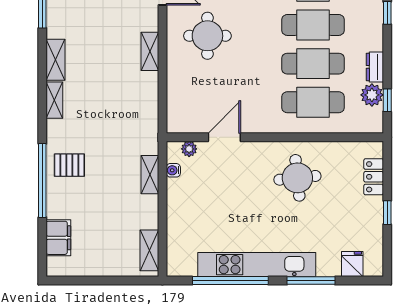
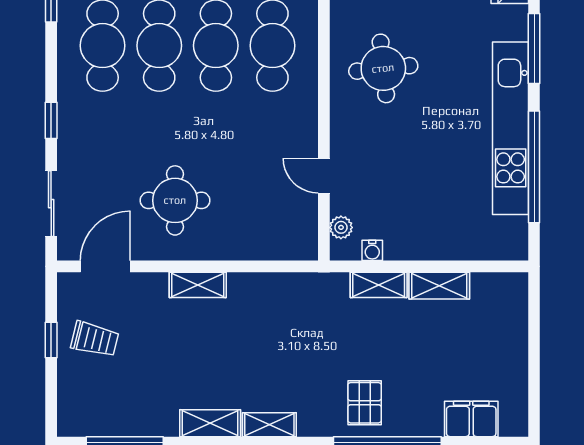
door: (224, 137) -> (324, 176), width x0.73
shelving: (149, 250) -> (439, 286), moved

